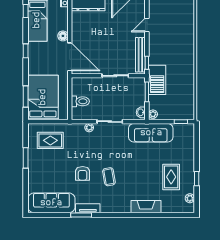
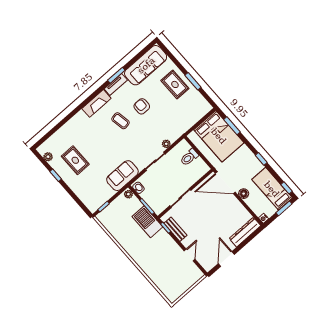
bench: (140, 55) -> (175, 229), width x0.73
sofa: (151, 133) -> (122, 176), width x0.73
rug: (50, 140) -> (175, 84), moved, turned 90
fireplace: (146, 207) -> (96, 103), moved

